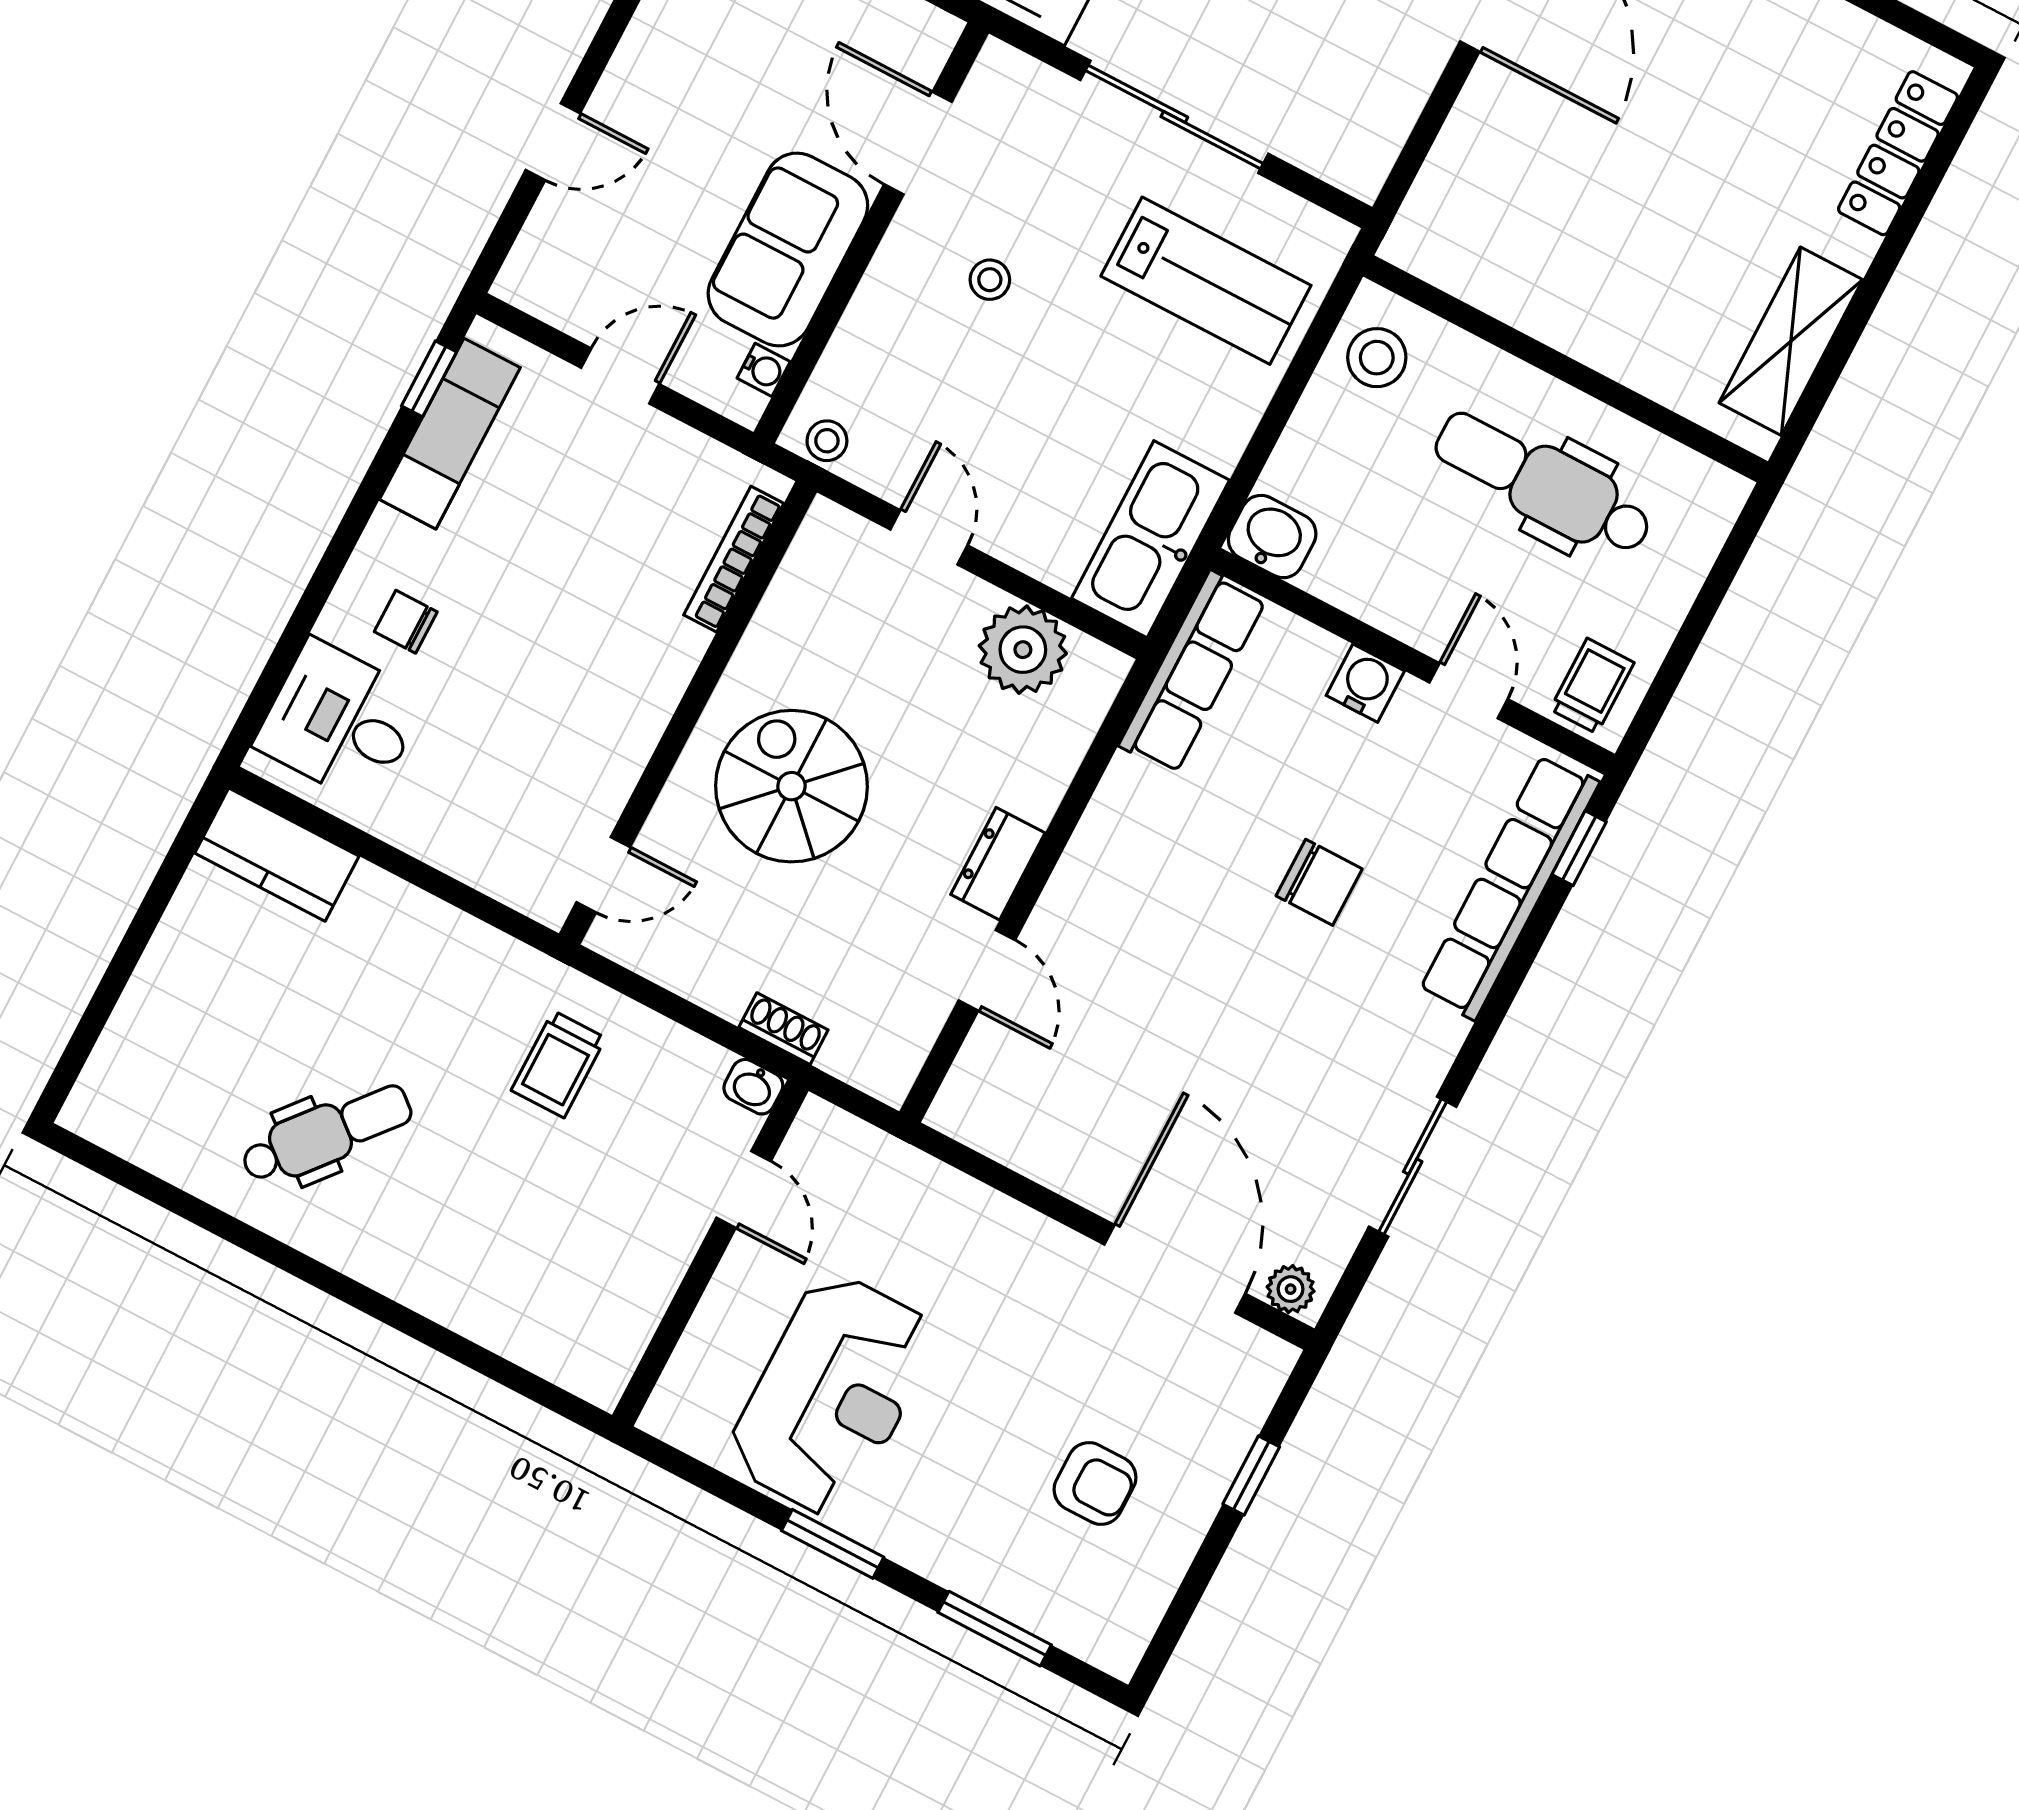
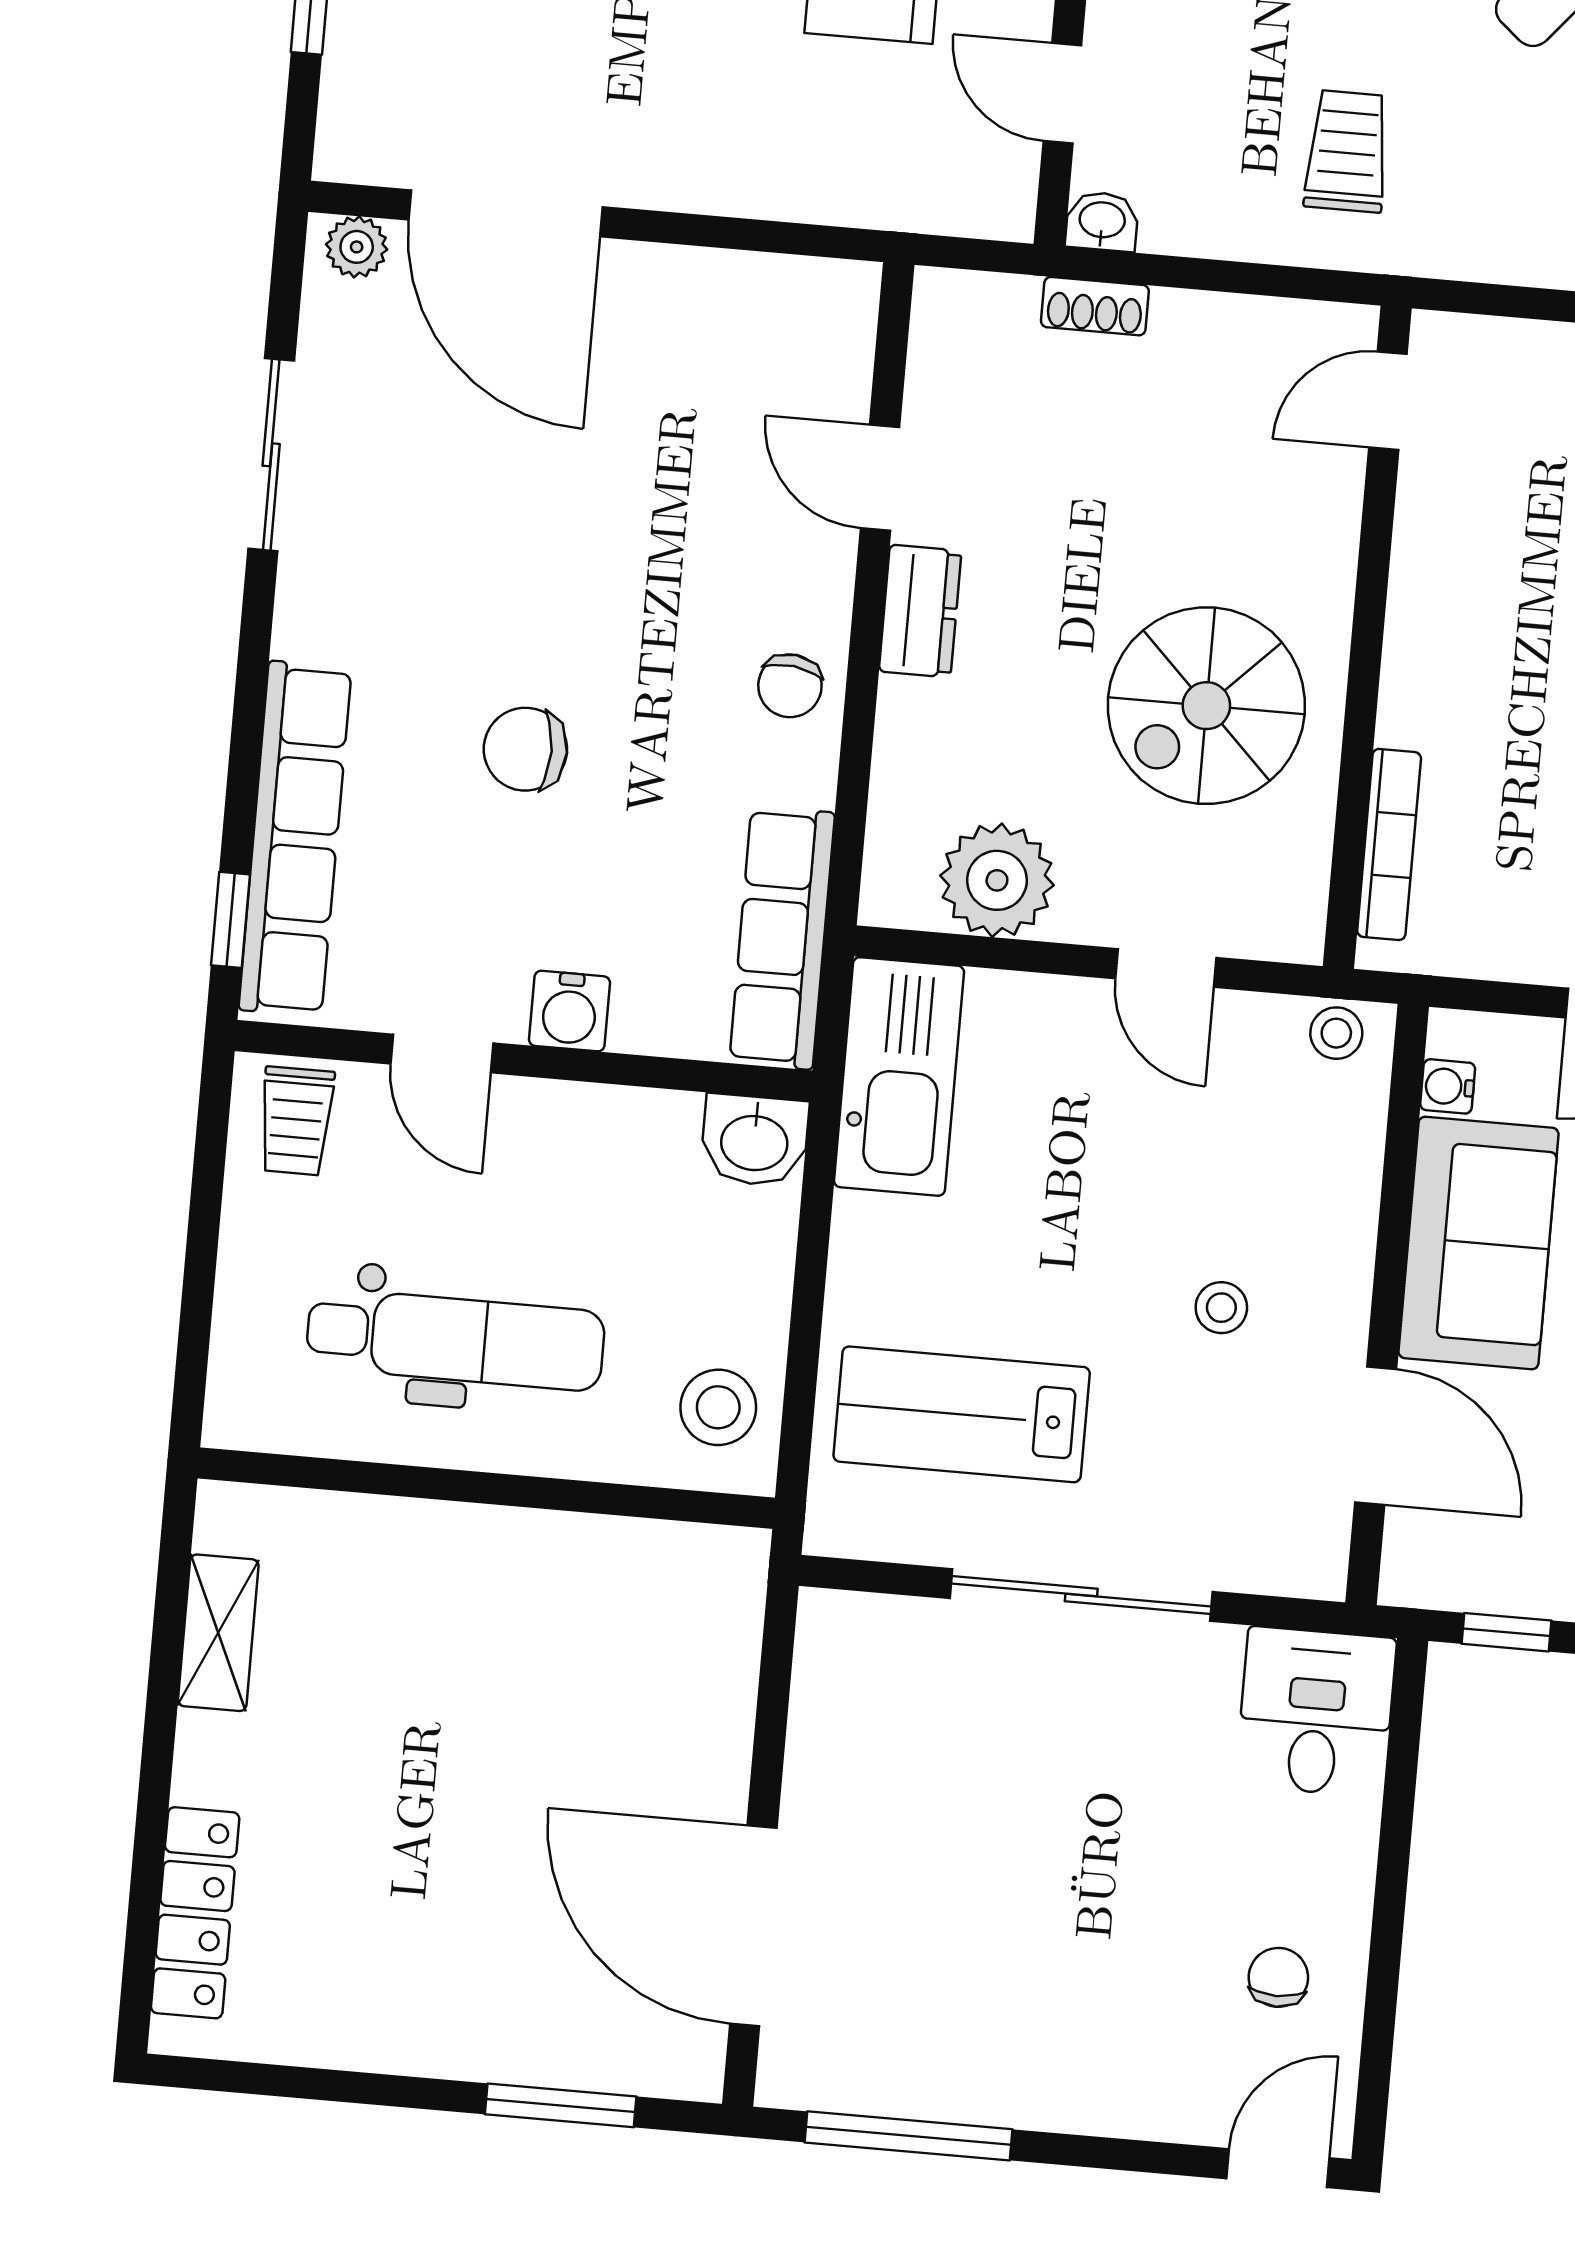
shelving: (1791, 341) -> (218, 1633), width x0.67, depth x0.75
spiral stairs: (791, 786) -> (1206, 706), moved, turned 90
chair: (1112, 849) -> (790, 686), added

